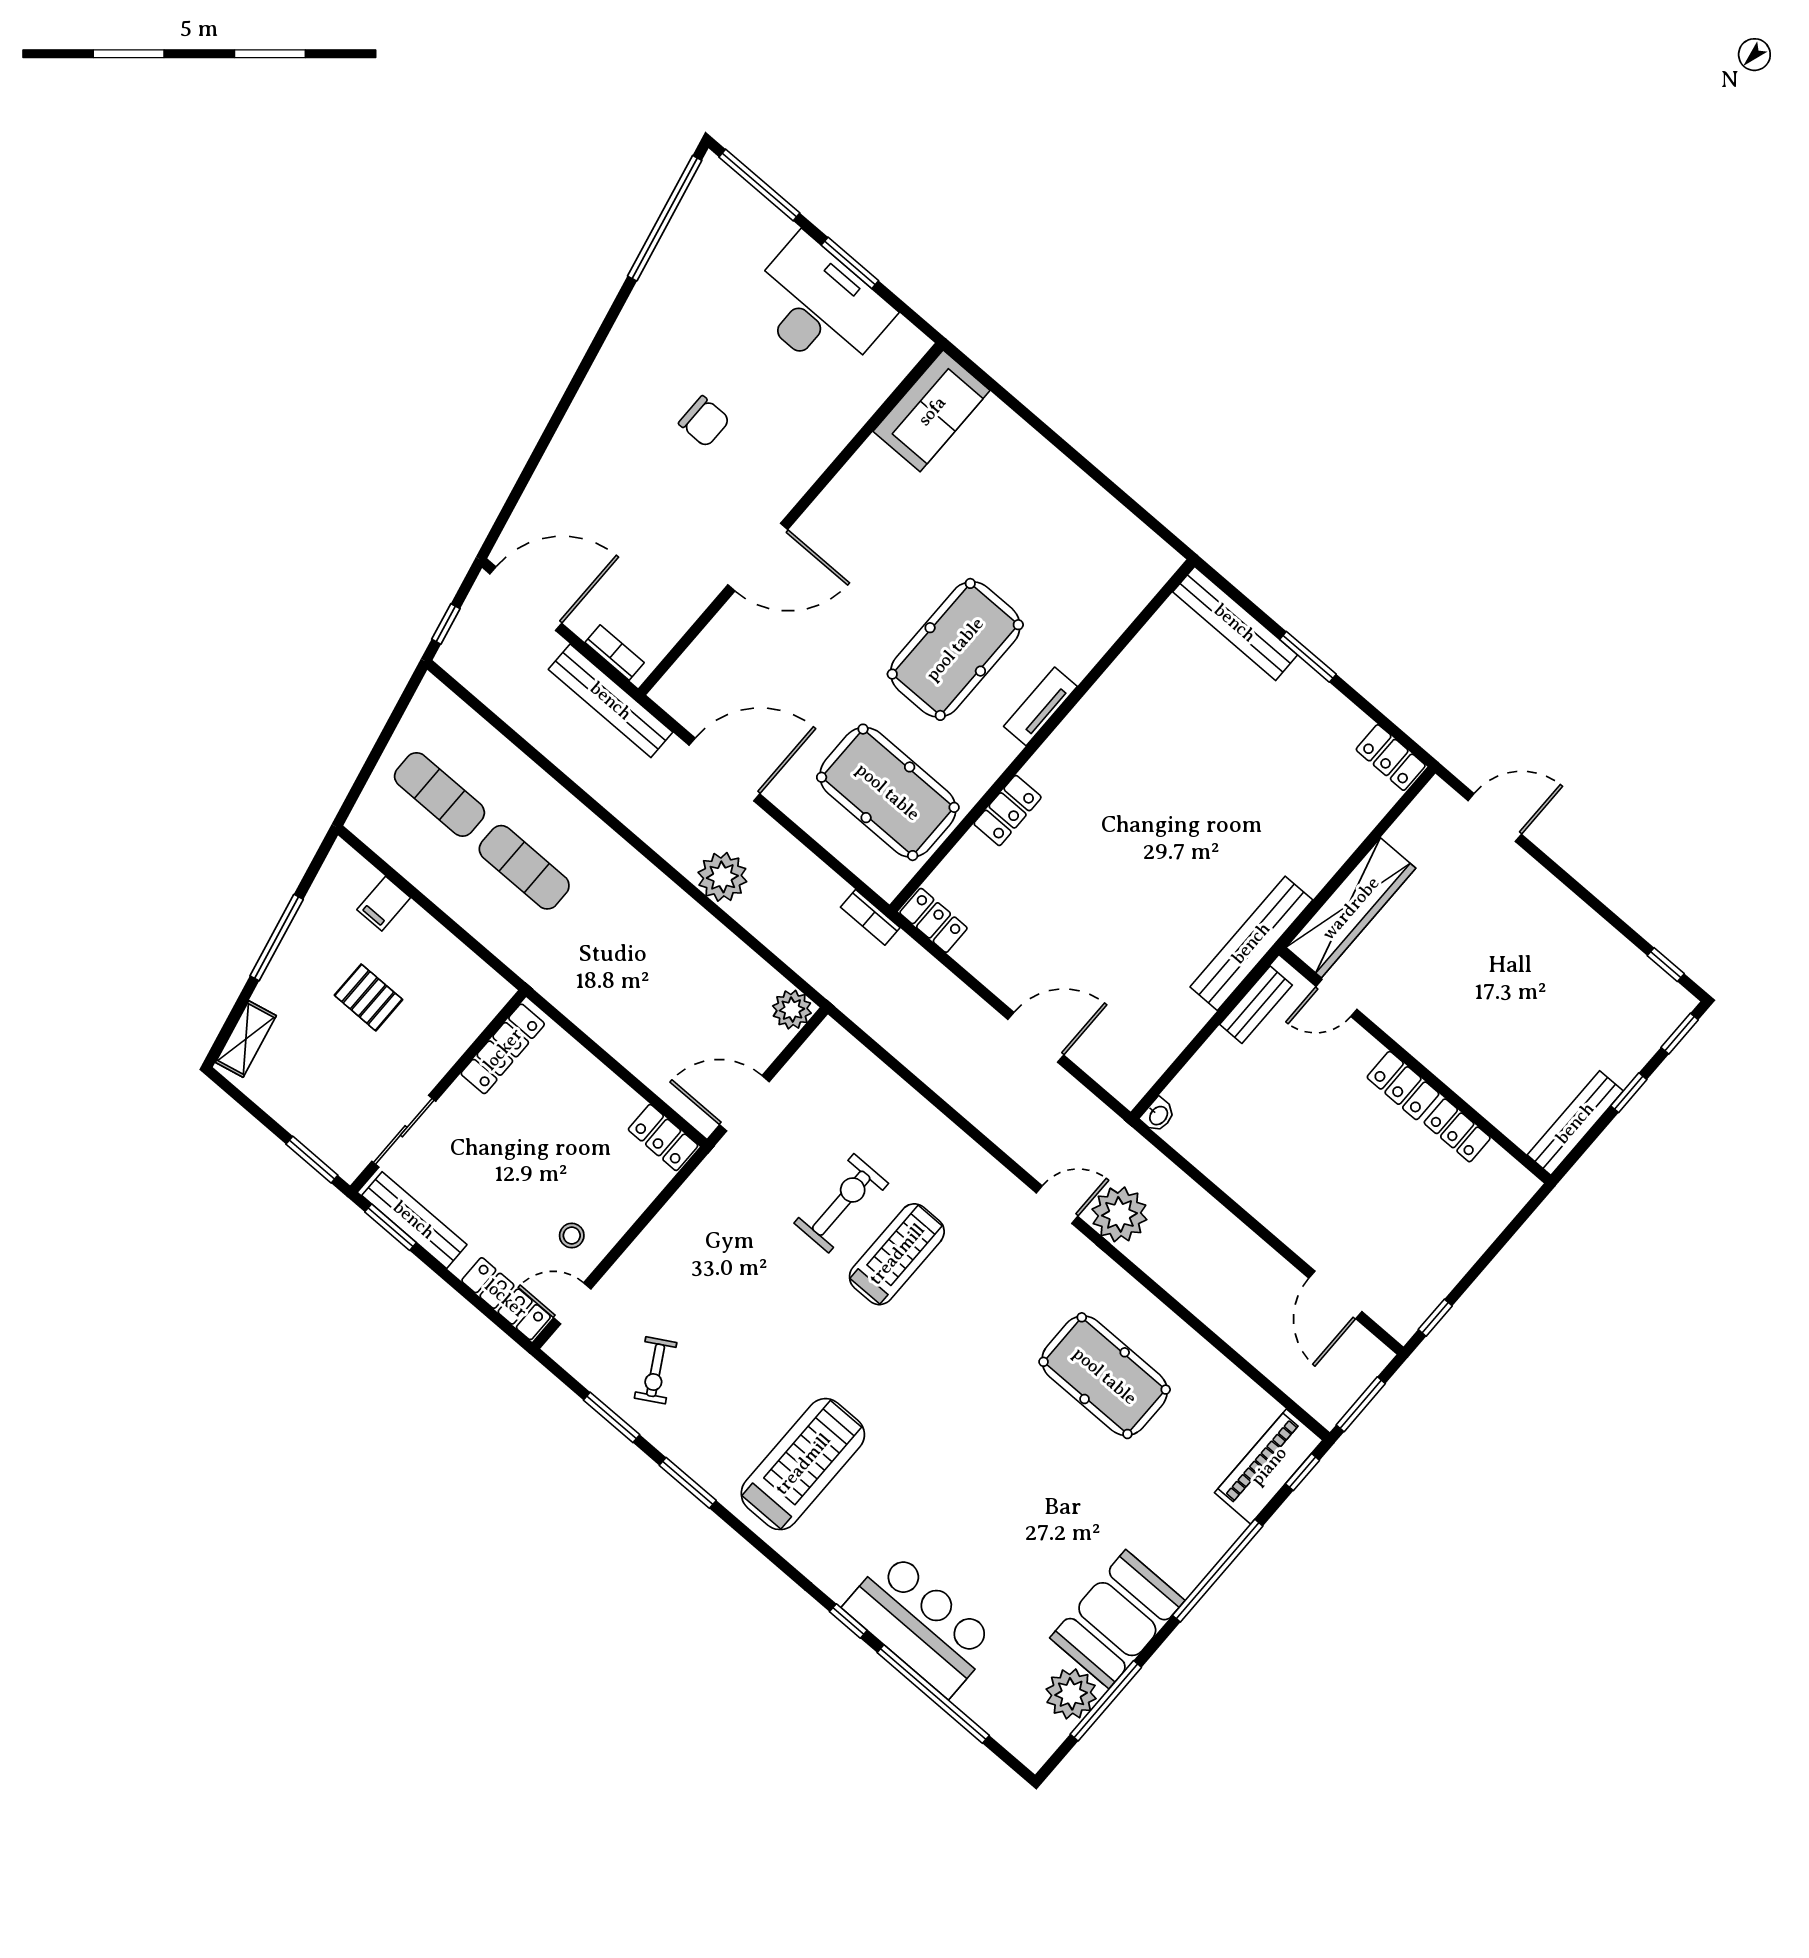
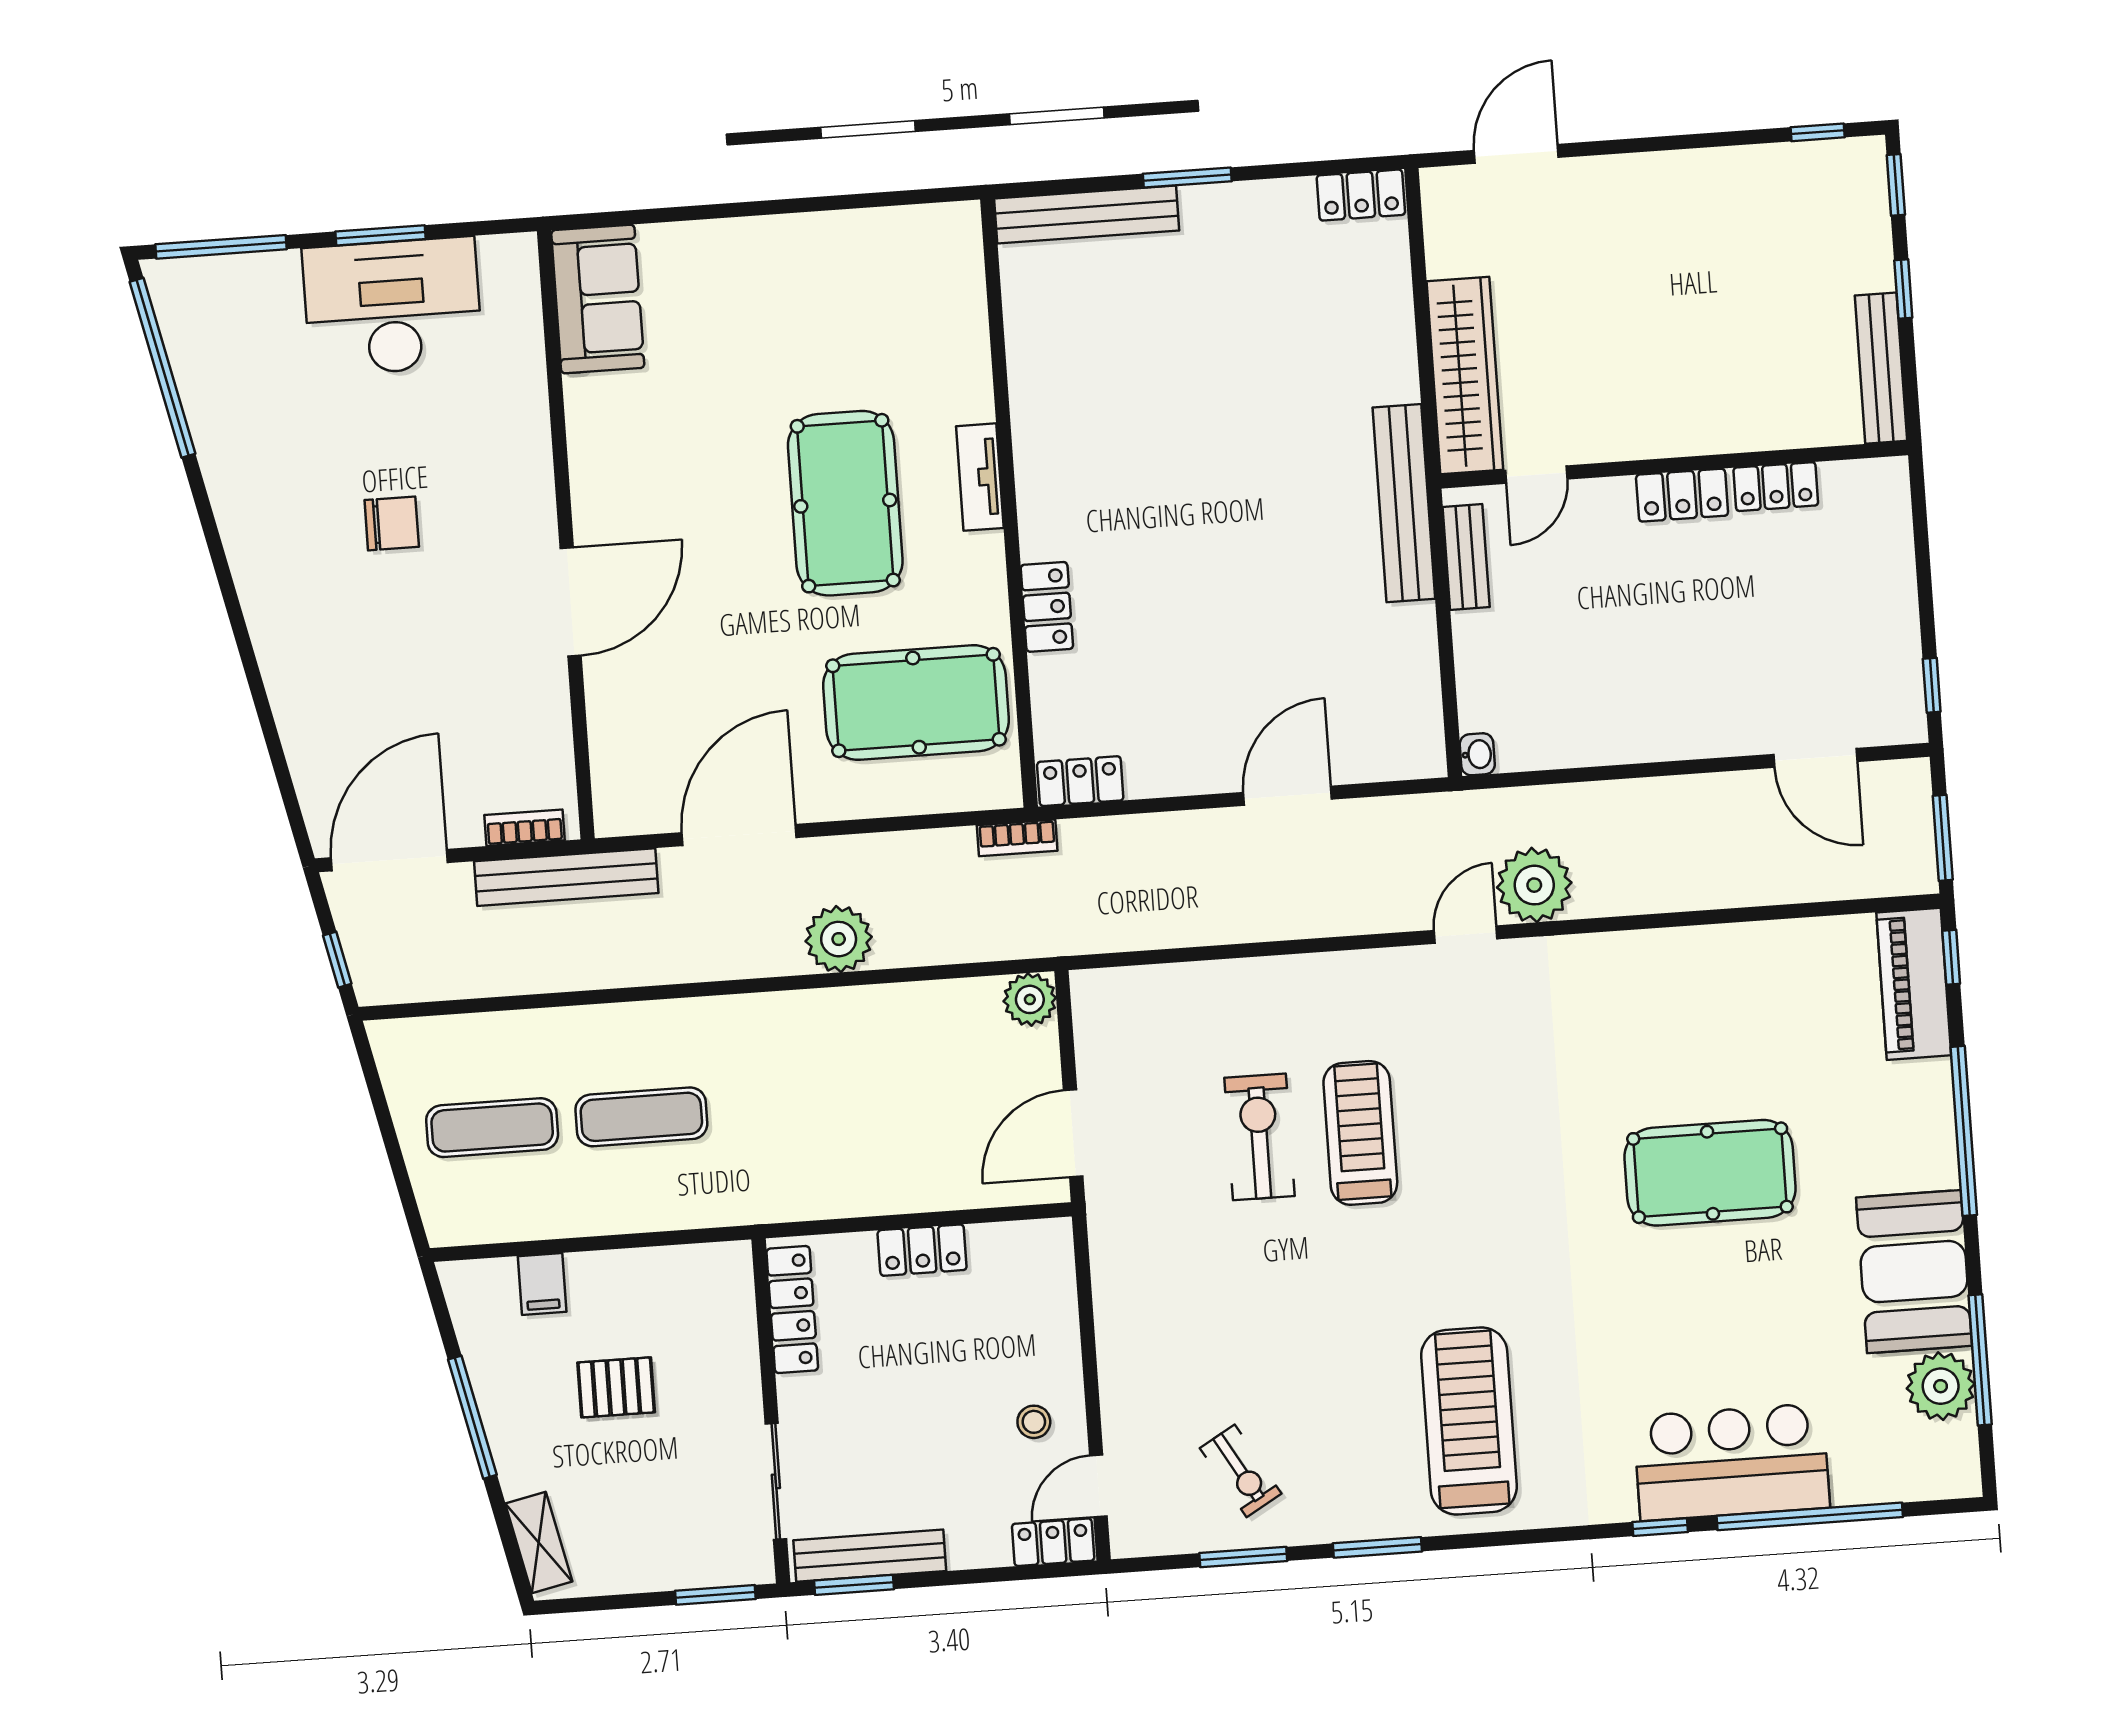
locker: (663, 1137) -> (922, 1250), moved
locker: (506, 1299) -> (1053, 1542), width x0.66
pool table: (1105, 1376) -> (1710, 1173), moved

